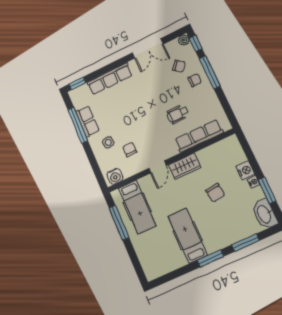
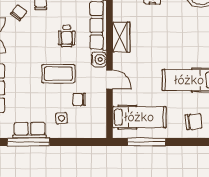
coffee table: (143, 122) -> (58, 74), added
wardrobe: (185, 166) -> (121, 37), moved
water cooler: (115, 176) -> (99, 59), moved
chair: (215, 193) -> (194, 121), moved

